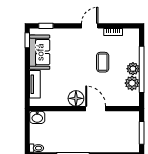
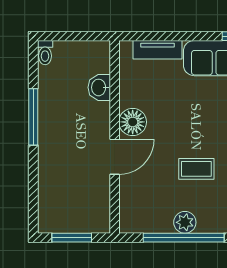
plant: (132, 83) -> (160, 221), removed
washbasin: (37, 117) -> (99, 87), moved

